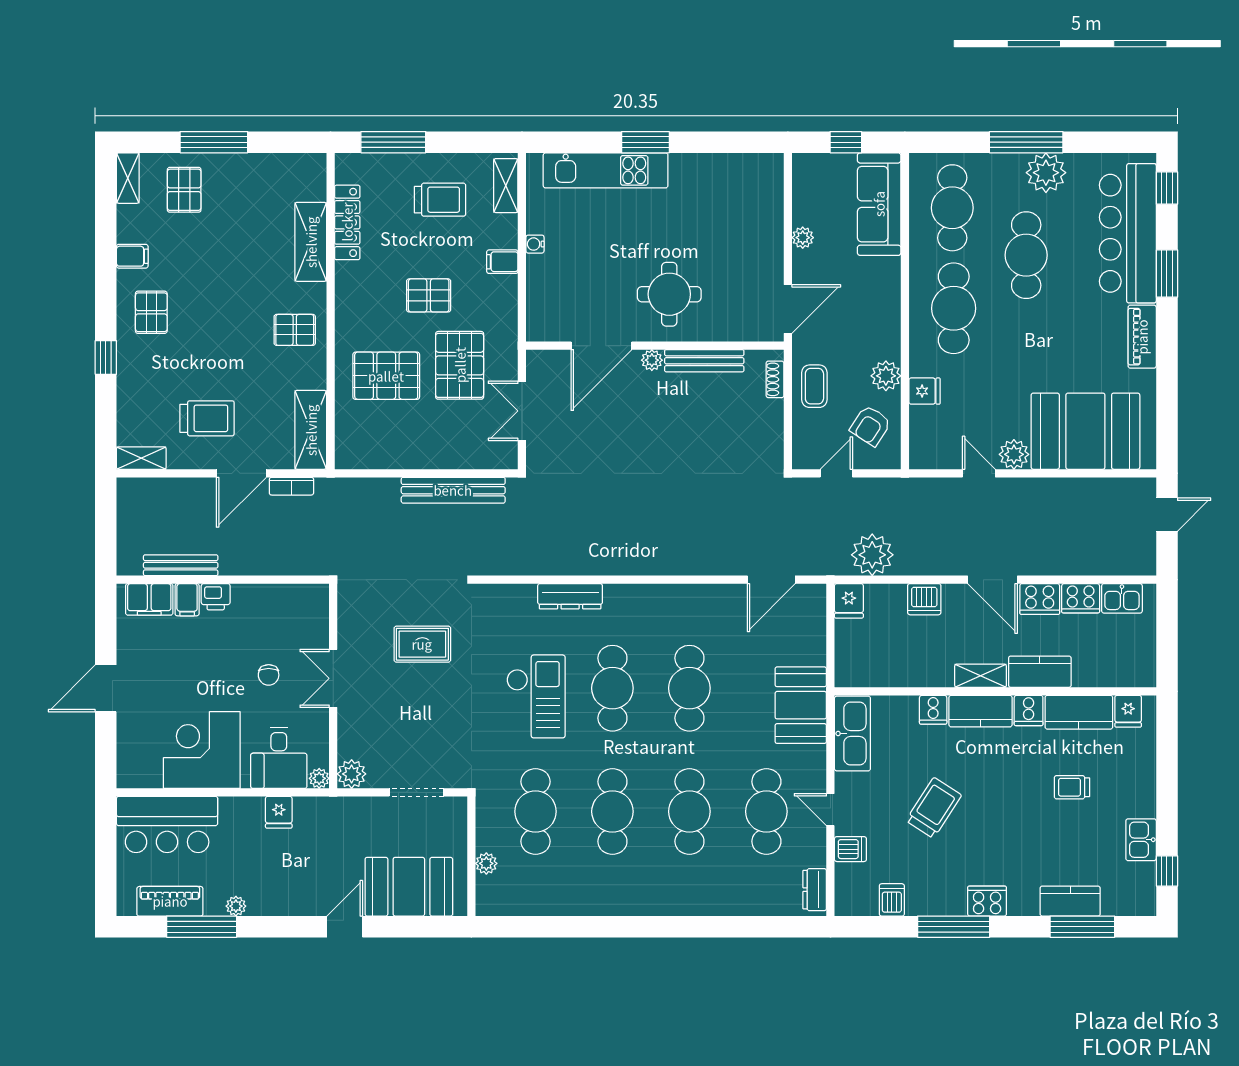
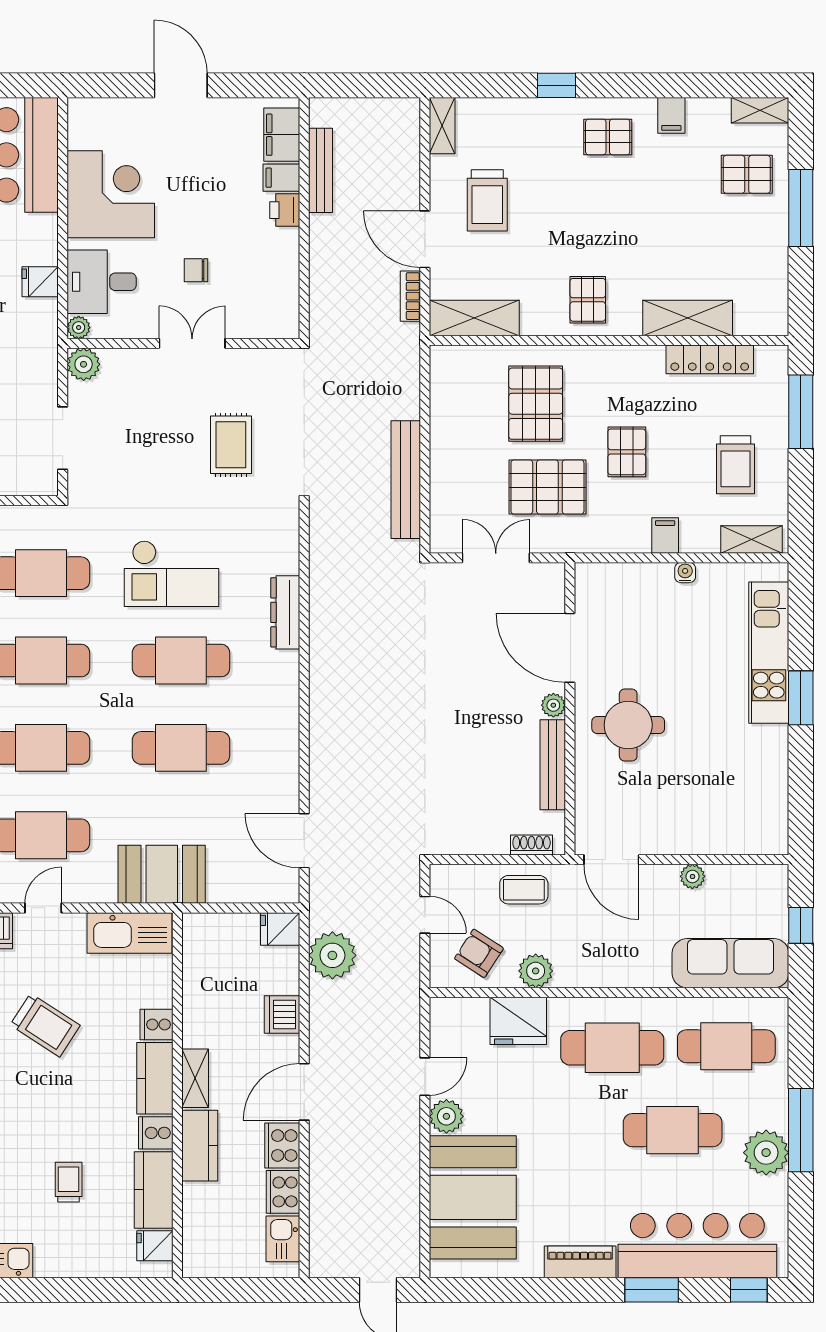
fridge: (925, 391) -> (518, 1021), width x1.88, depth x1.34

